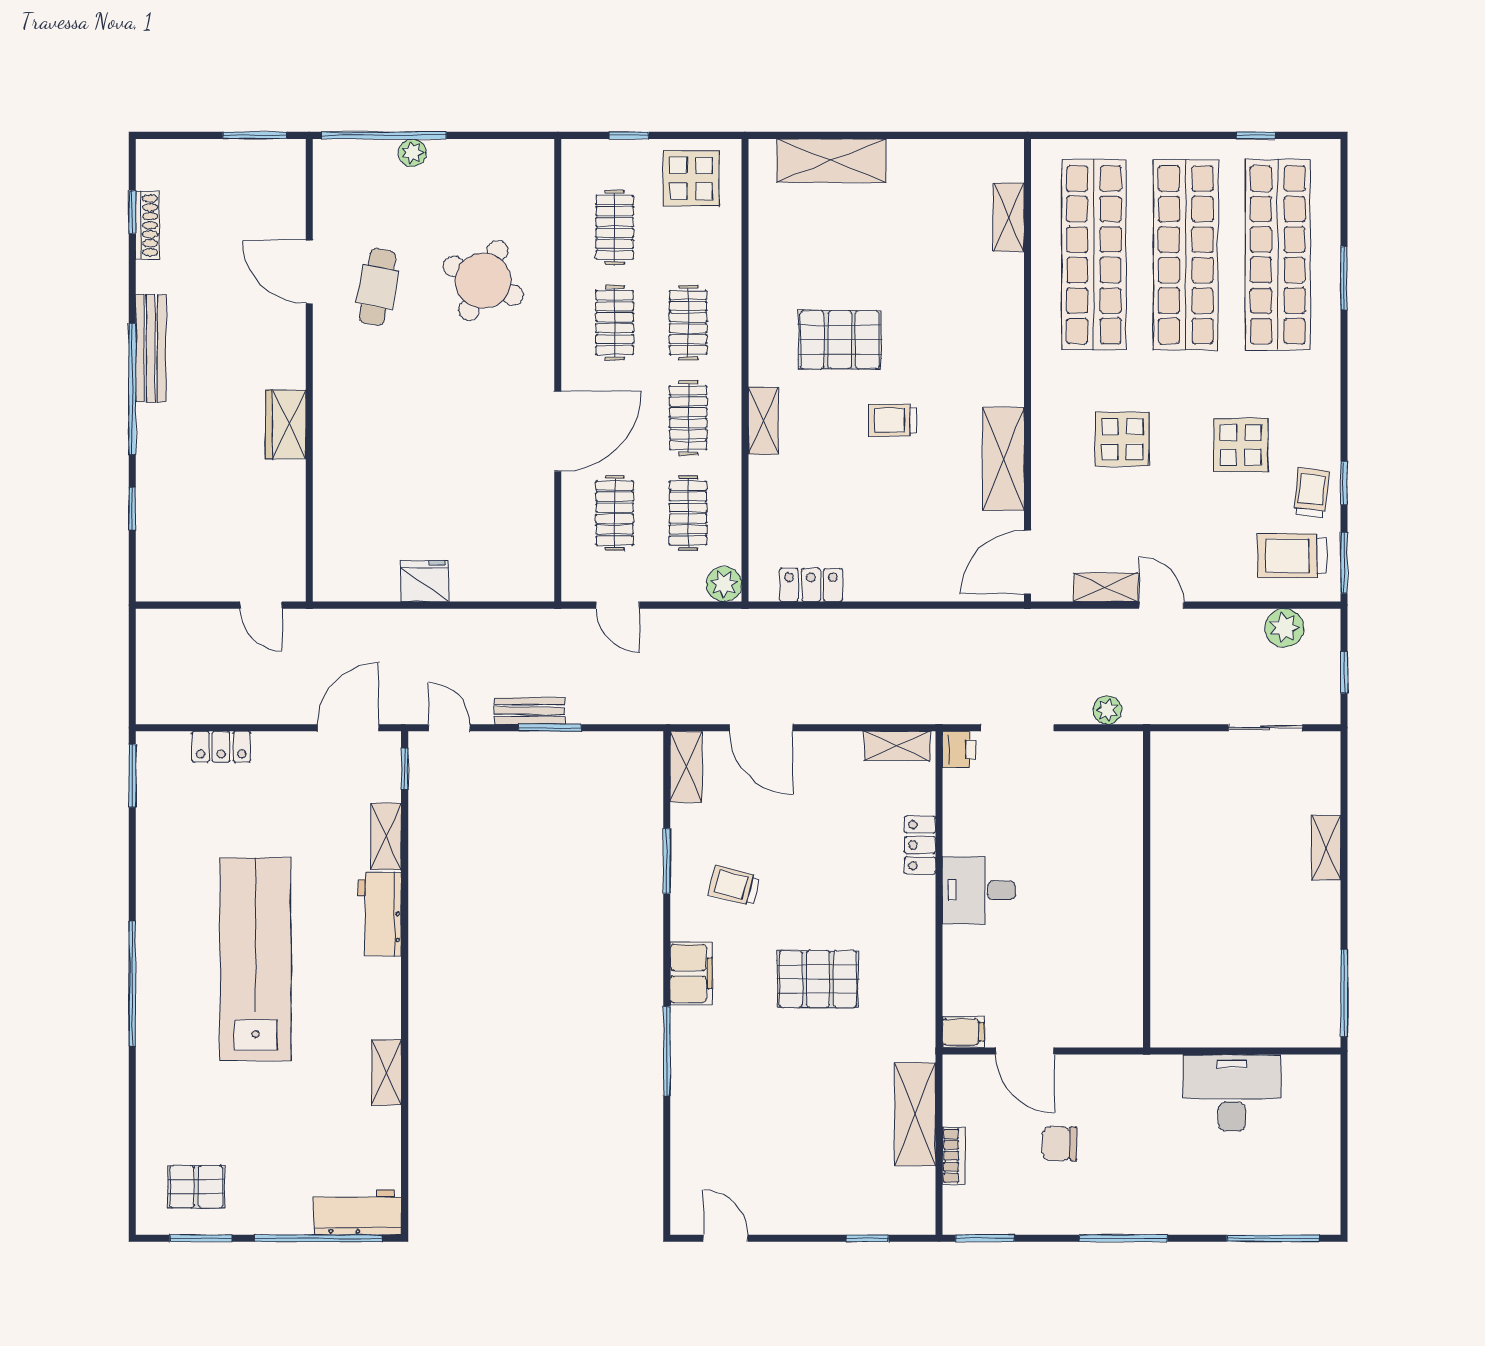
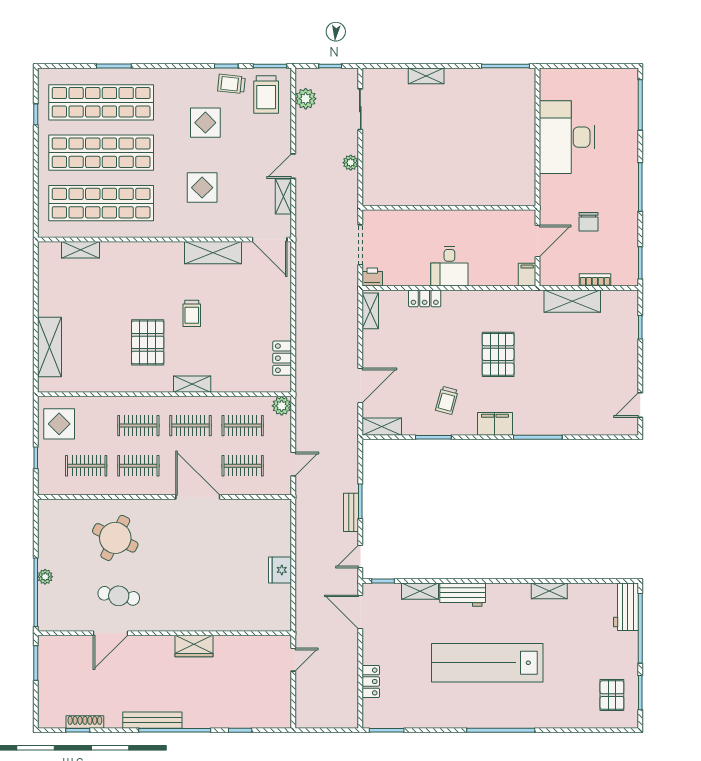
plant: (1107, 710) -> (351, 163), moved
wall: (1147, 889) -> (449, 208), moved
desk: (1232, 1093) -> (567, 137), width x1.36, depth x1.30

